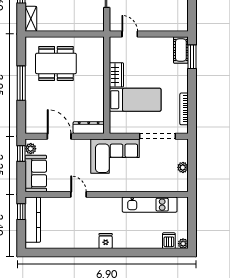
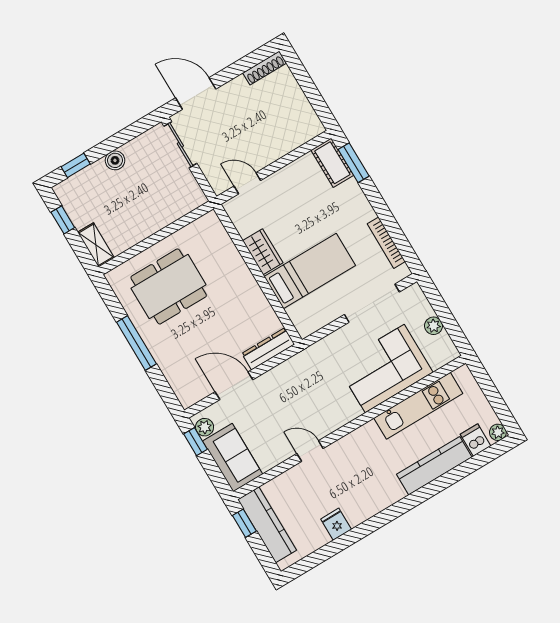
corner sofa: (115, 156) -> (385, 369), moved, turned 180
fridge: (106, 241) -> (336, 524), moved
kitchen counter: (139, 241) -> (434, 466), added

